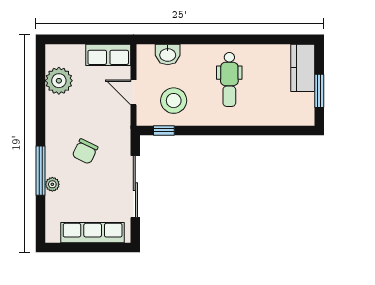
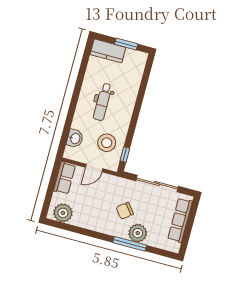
dental chair: (229, 79) -> (103, 102), turned 90
plant: (59, 81) -> (63, 213), moved
chair: (85, 151) -> (125, 211), turned 116
plant: (52, 184) -> (138, 233), width x1.88, depth x1.88

